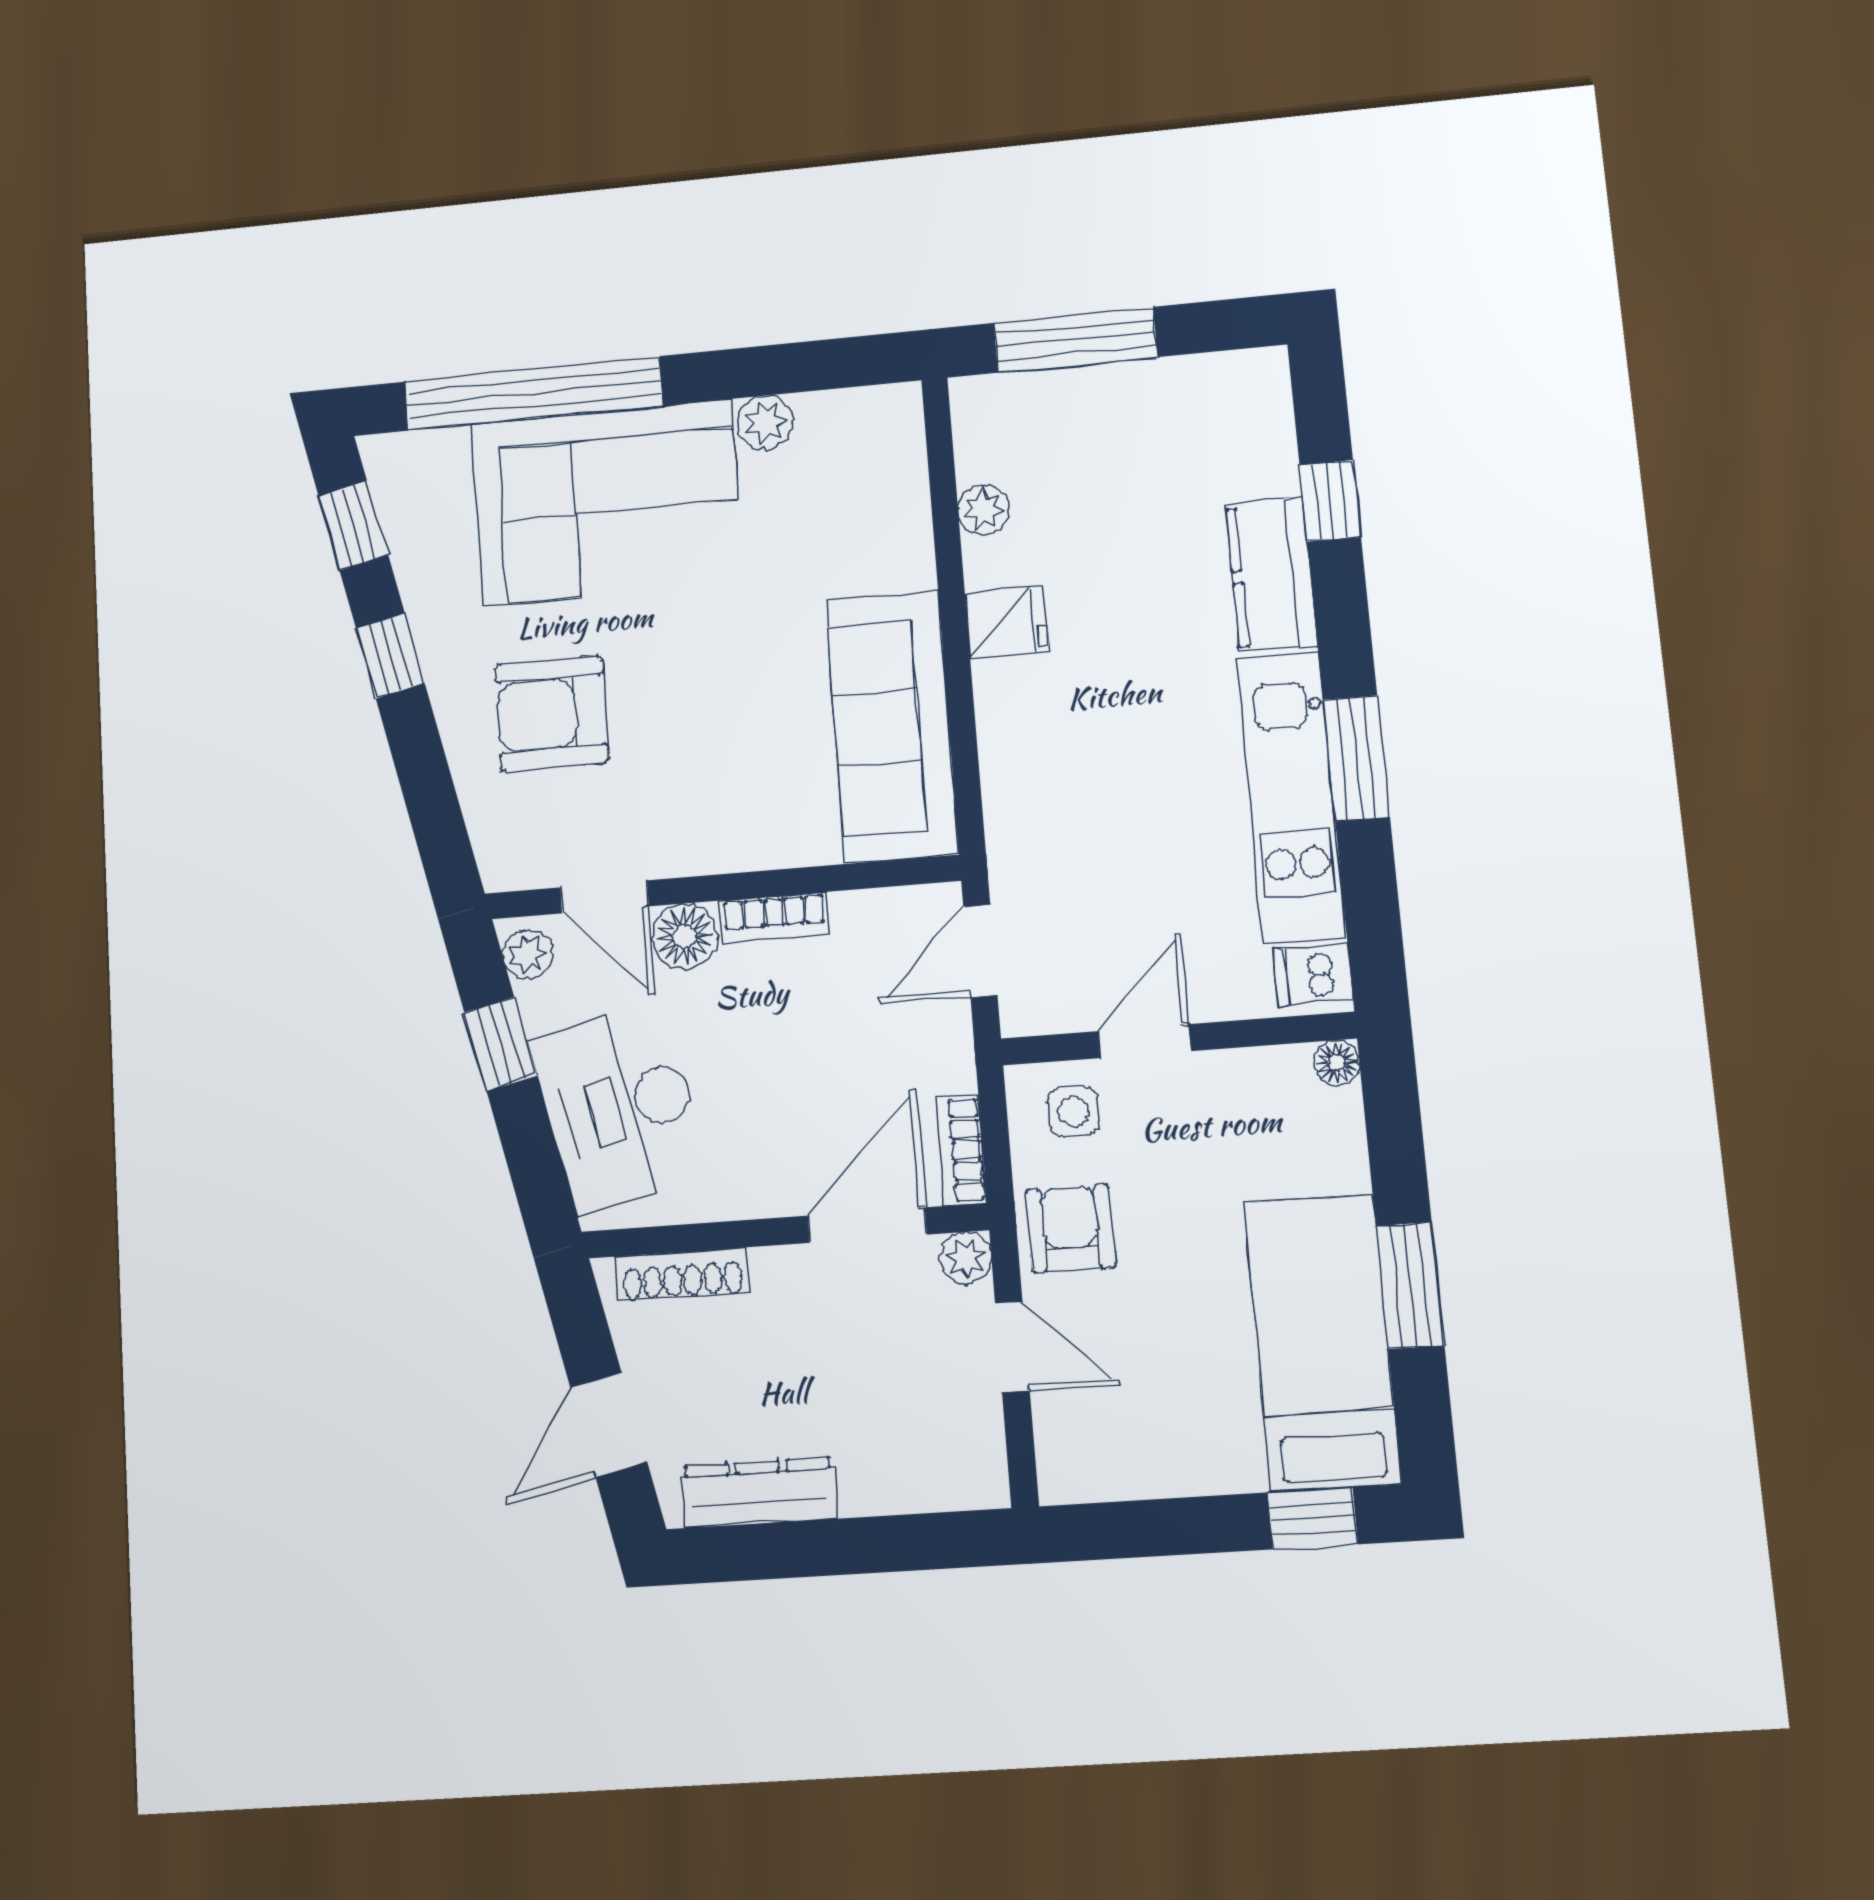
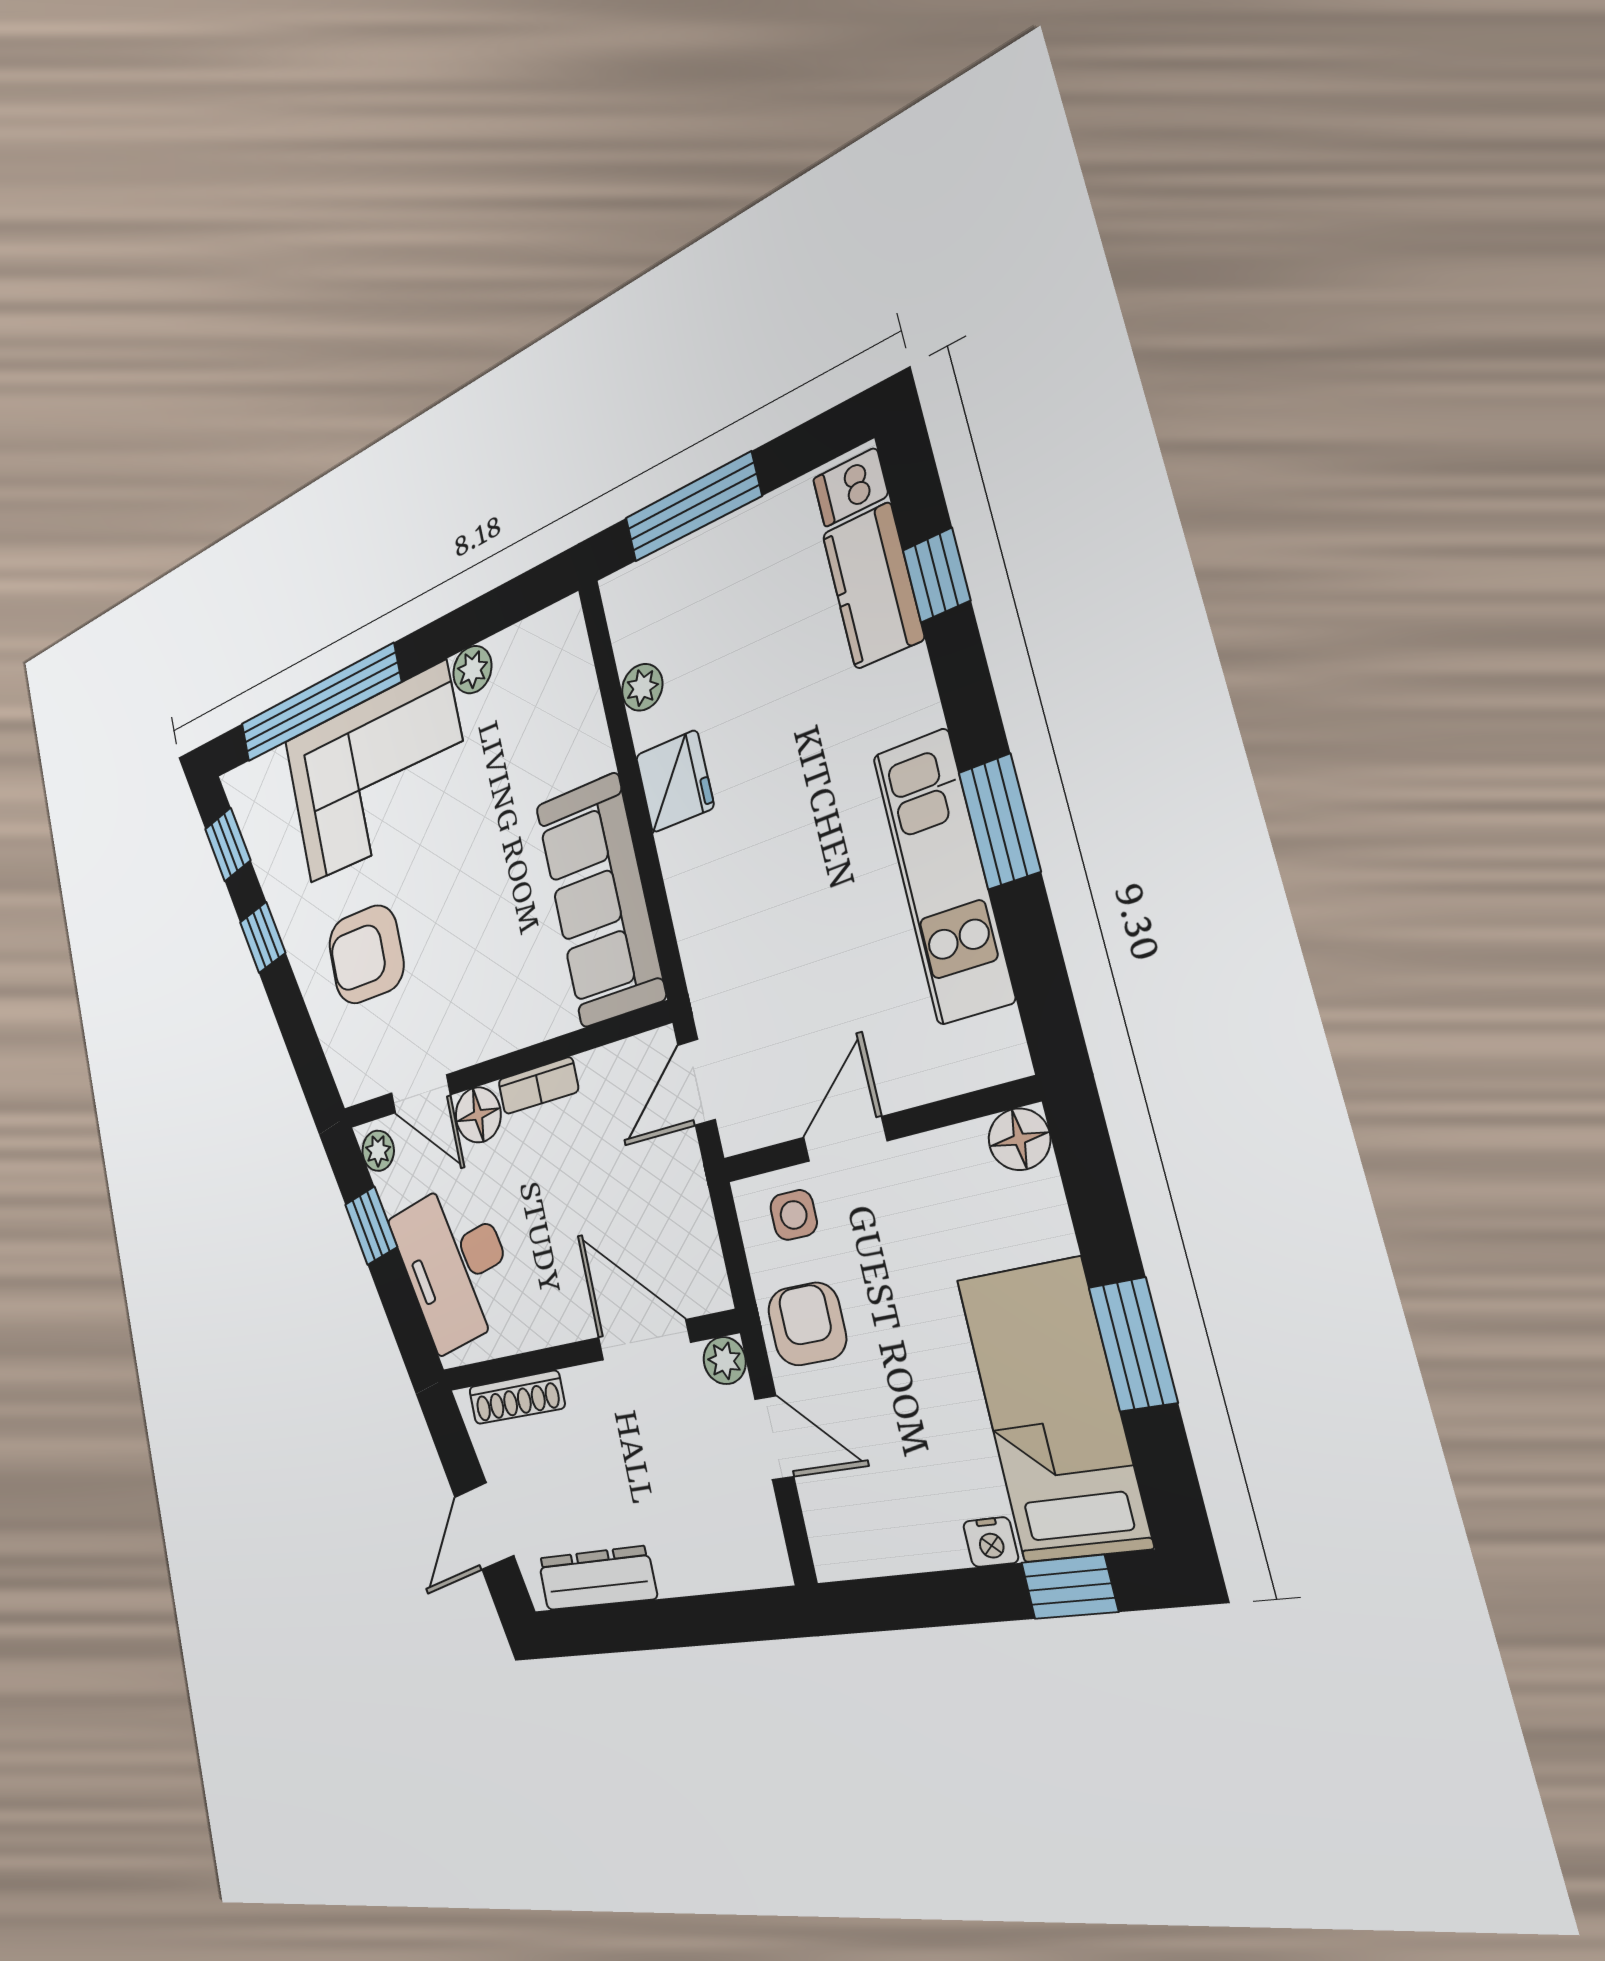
kitchen counter: (1271, 575) -> (873, 586), moved
fridge: (1007, 622) -> (675, 781), width x1.38
dishwasher: (1313, 975) -> (851, 487), moved
floor lamp: (1337, 1063) -> (1019, 1139), width x1.37, depth x1.37
bookcase: (961, 1150) -> (707, 1264), removed
door: (867, 1225) -> (644, 1340), hinge flipped
nightstand: (1238, 1470) -> (991, 1542), added

